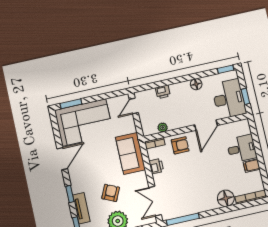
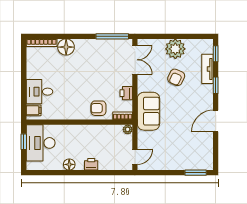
window: (226, 69) -> (37, 173), removed
printer: (163, 92) -> (91, 164), moved
corner sofa: (84, 123) -> (187, 151), removed
door: (206, 125) -> (69, 122), removed
plant: (163, 127) -> (128, 129), moved
filing cabinet: (252, 166) -> (34, 110), moved

